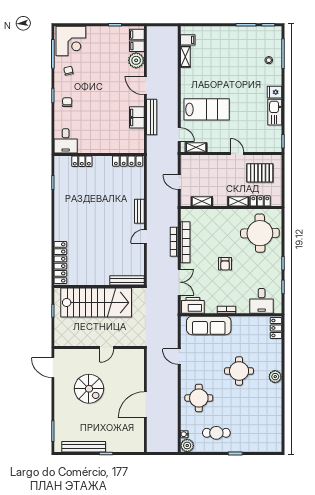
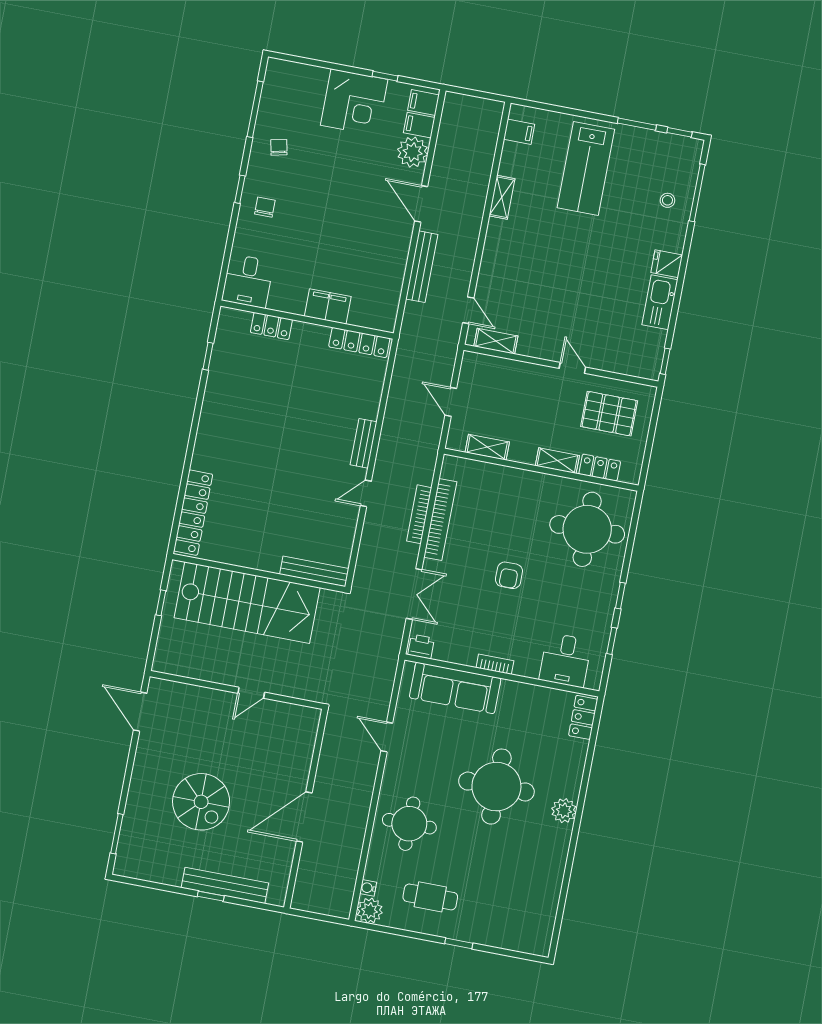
corner desk: (71, 41) -> (354, 102), moved
shelving: (185, 57) -> (502, 197), moved
lab bench: (207, 109) -> (586, 169), moved, turned 90
filing cabinet: (137, 117) -> (328, 306), moved, turned 90
printer: (193, 305) -> (421, 647), width x0.53, depth x0.68
round table: (239, 371) -> (496, 787), width x1.36, depth x1.36
spiral stairs: (89, 389) -> (201, 802), moved
bench: (84, 447) -> (225, 885), moved

